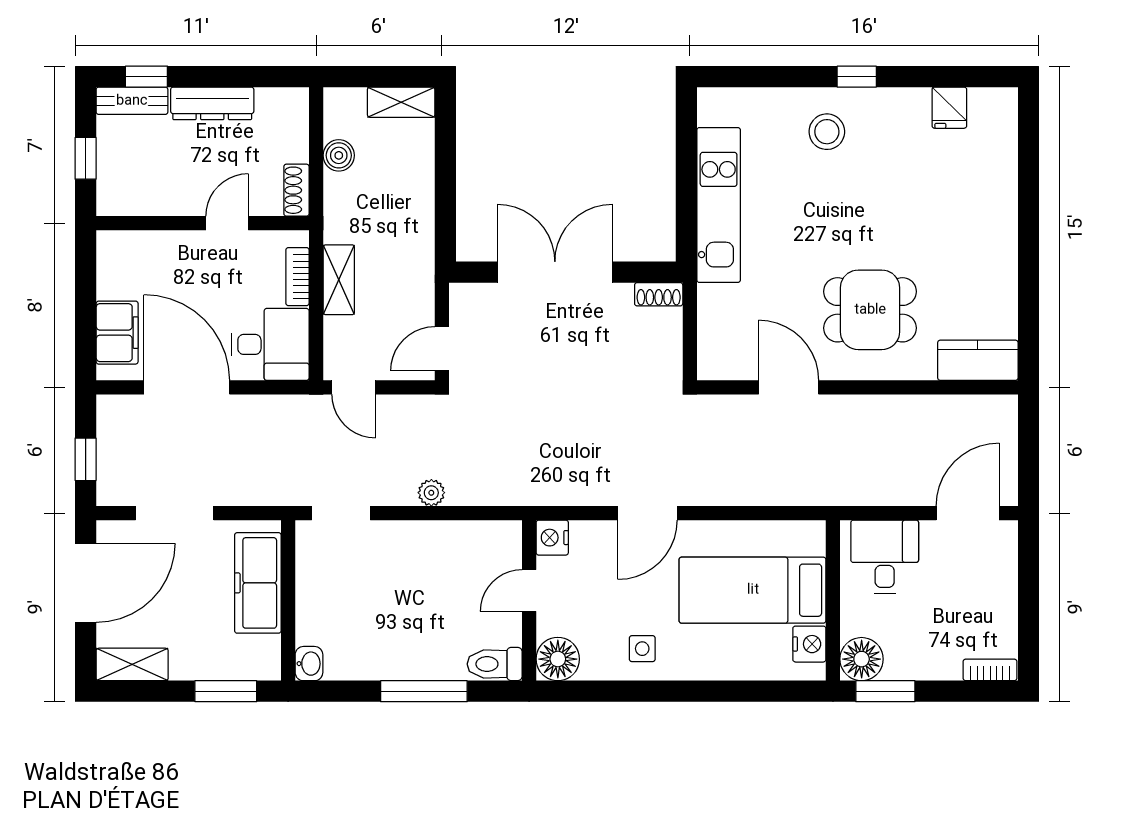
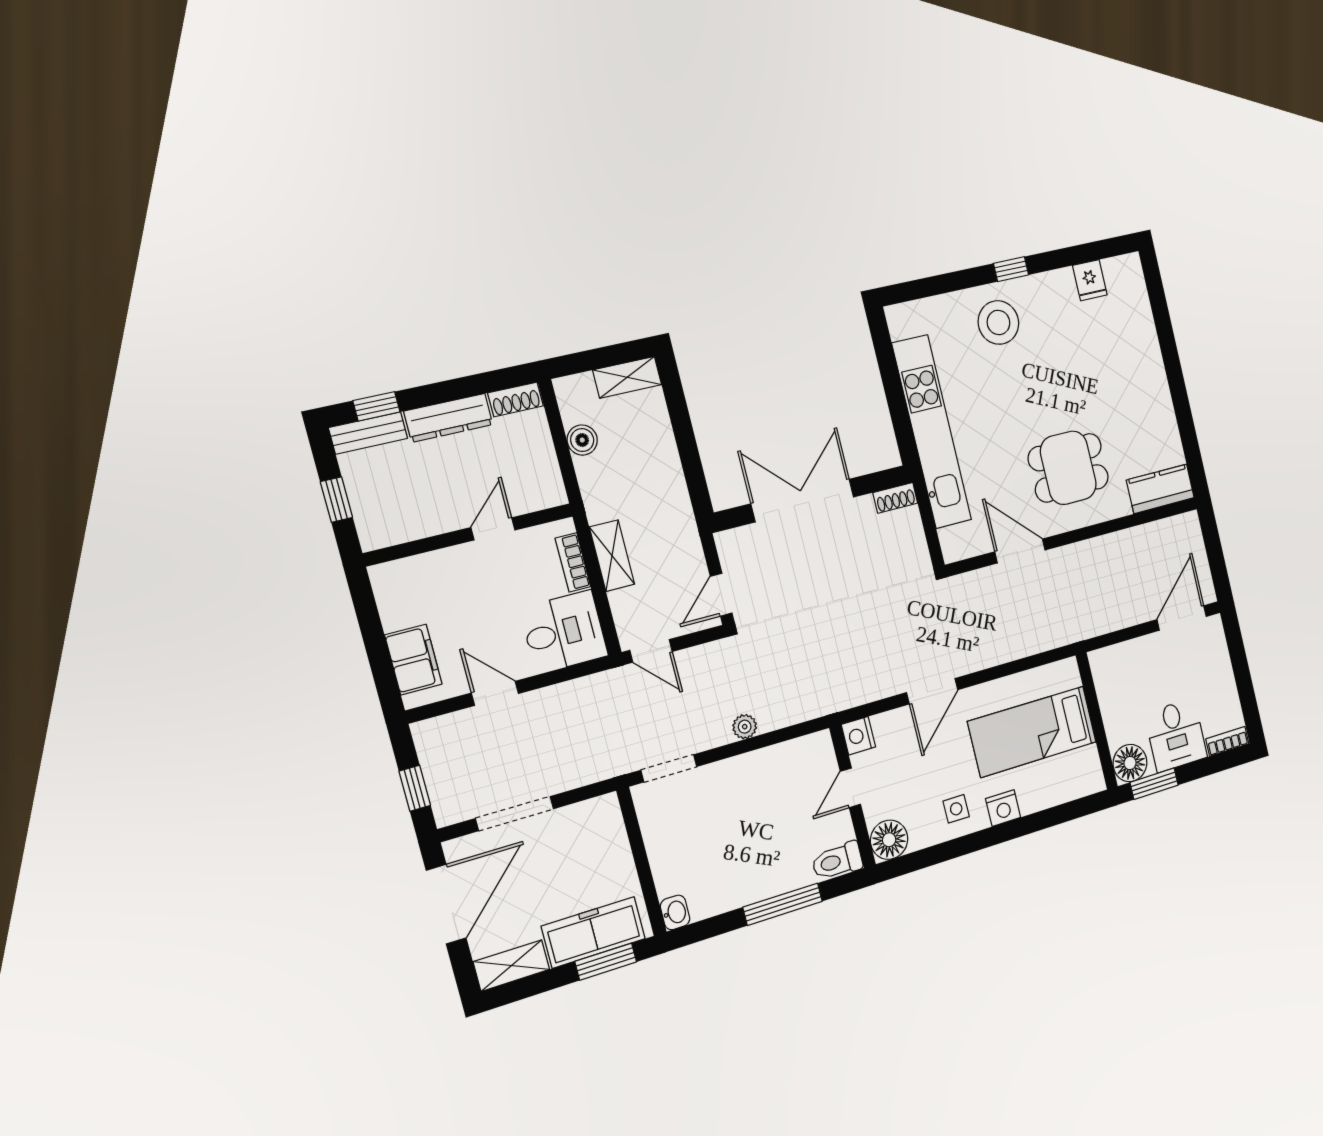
stool: (827, 132) -> (998, 322), width x1.38, depth x1.38
shoe rack: (296, 190) -> (516, 399), moved, turned -90
kitchen unit: (719, 205) -> (932, 432), width x1.36
door: (187, 387) -> (495, 693), width x0.53
desk: (885, 557) -> (1176, 735), moved, turned 180
freezer: (258, 583) -> (593, 932), moved, turned 90
nightstand: (809, 644) -> (1003, 808), moved, turned 90

